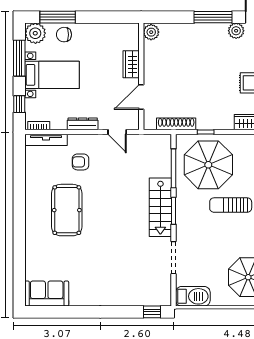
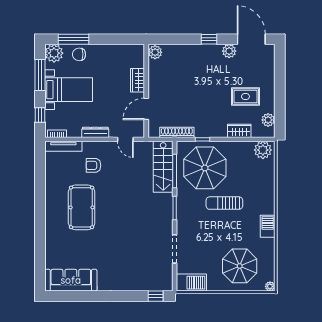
window: (213, 17) -> (209, 39), width x0.46
stairs: (160, 207) -> (163, 167), moved
sofa: (47, 294) -> (71, 280), width x1.36

